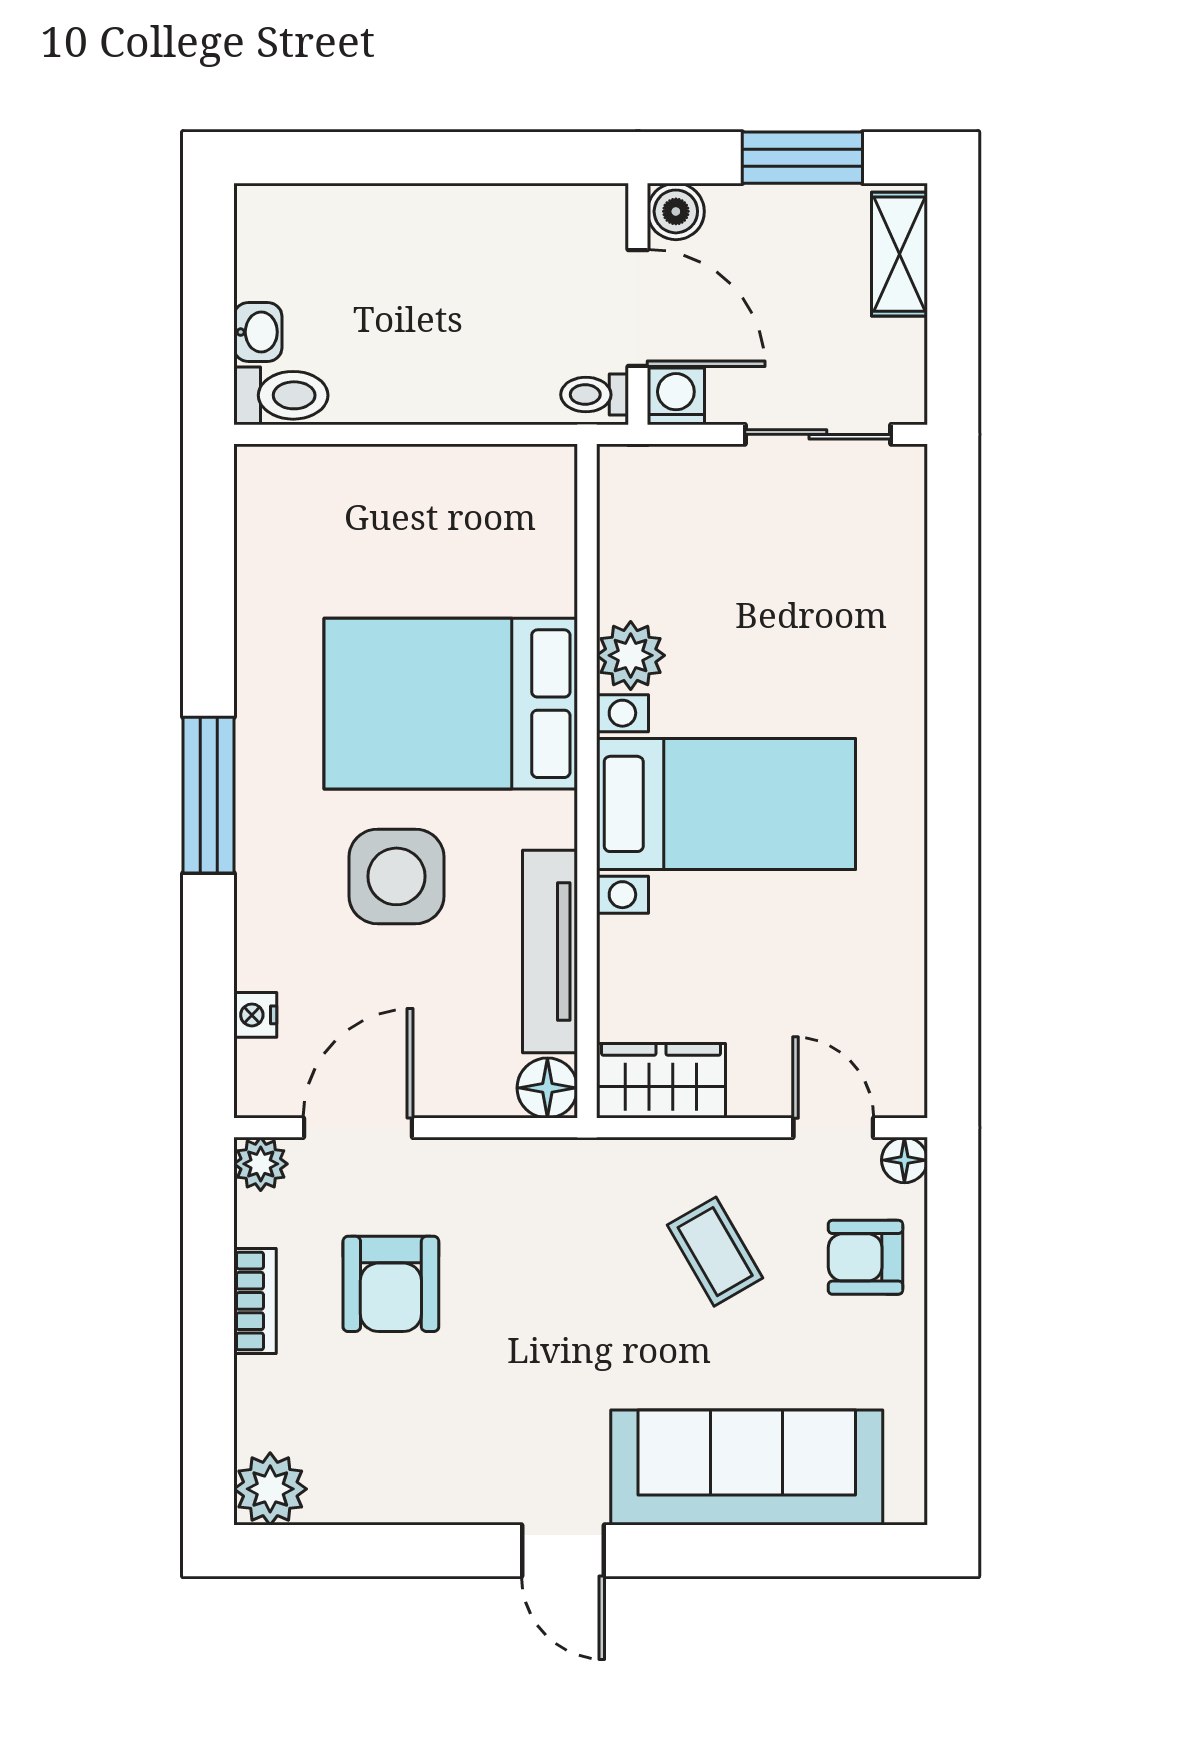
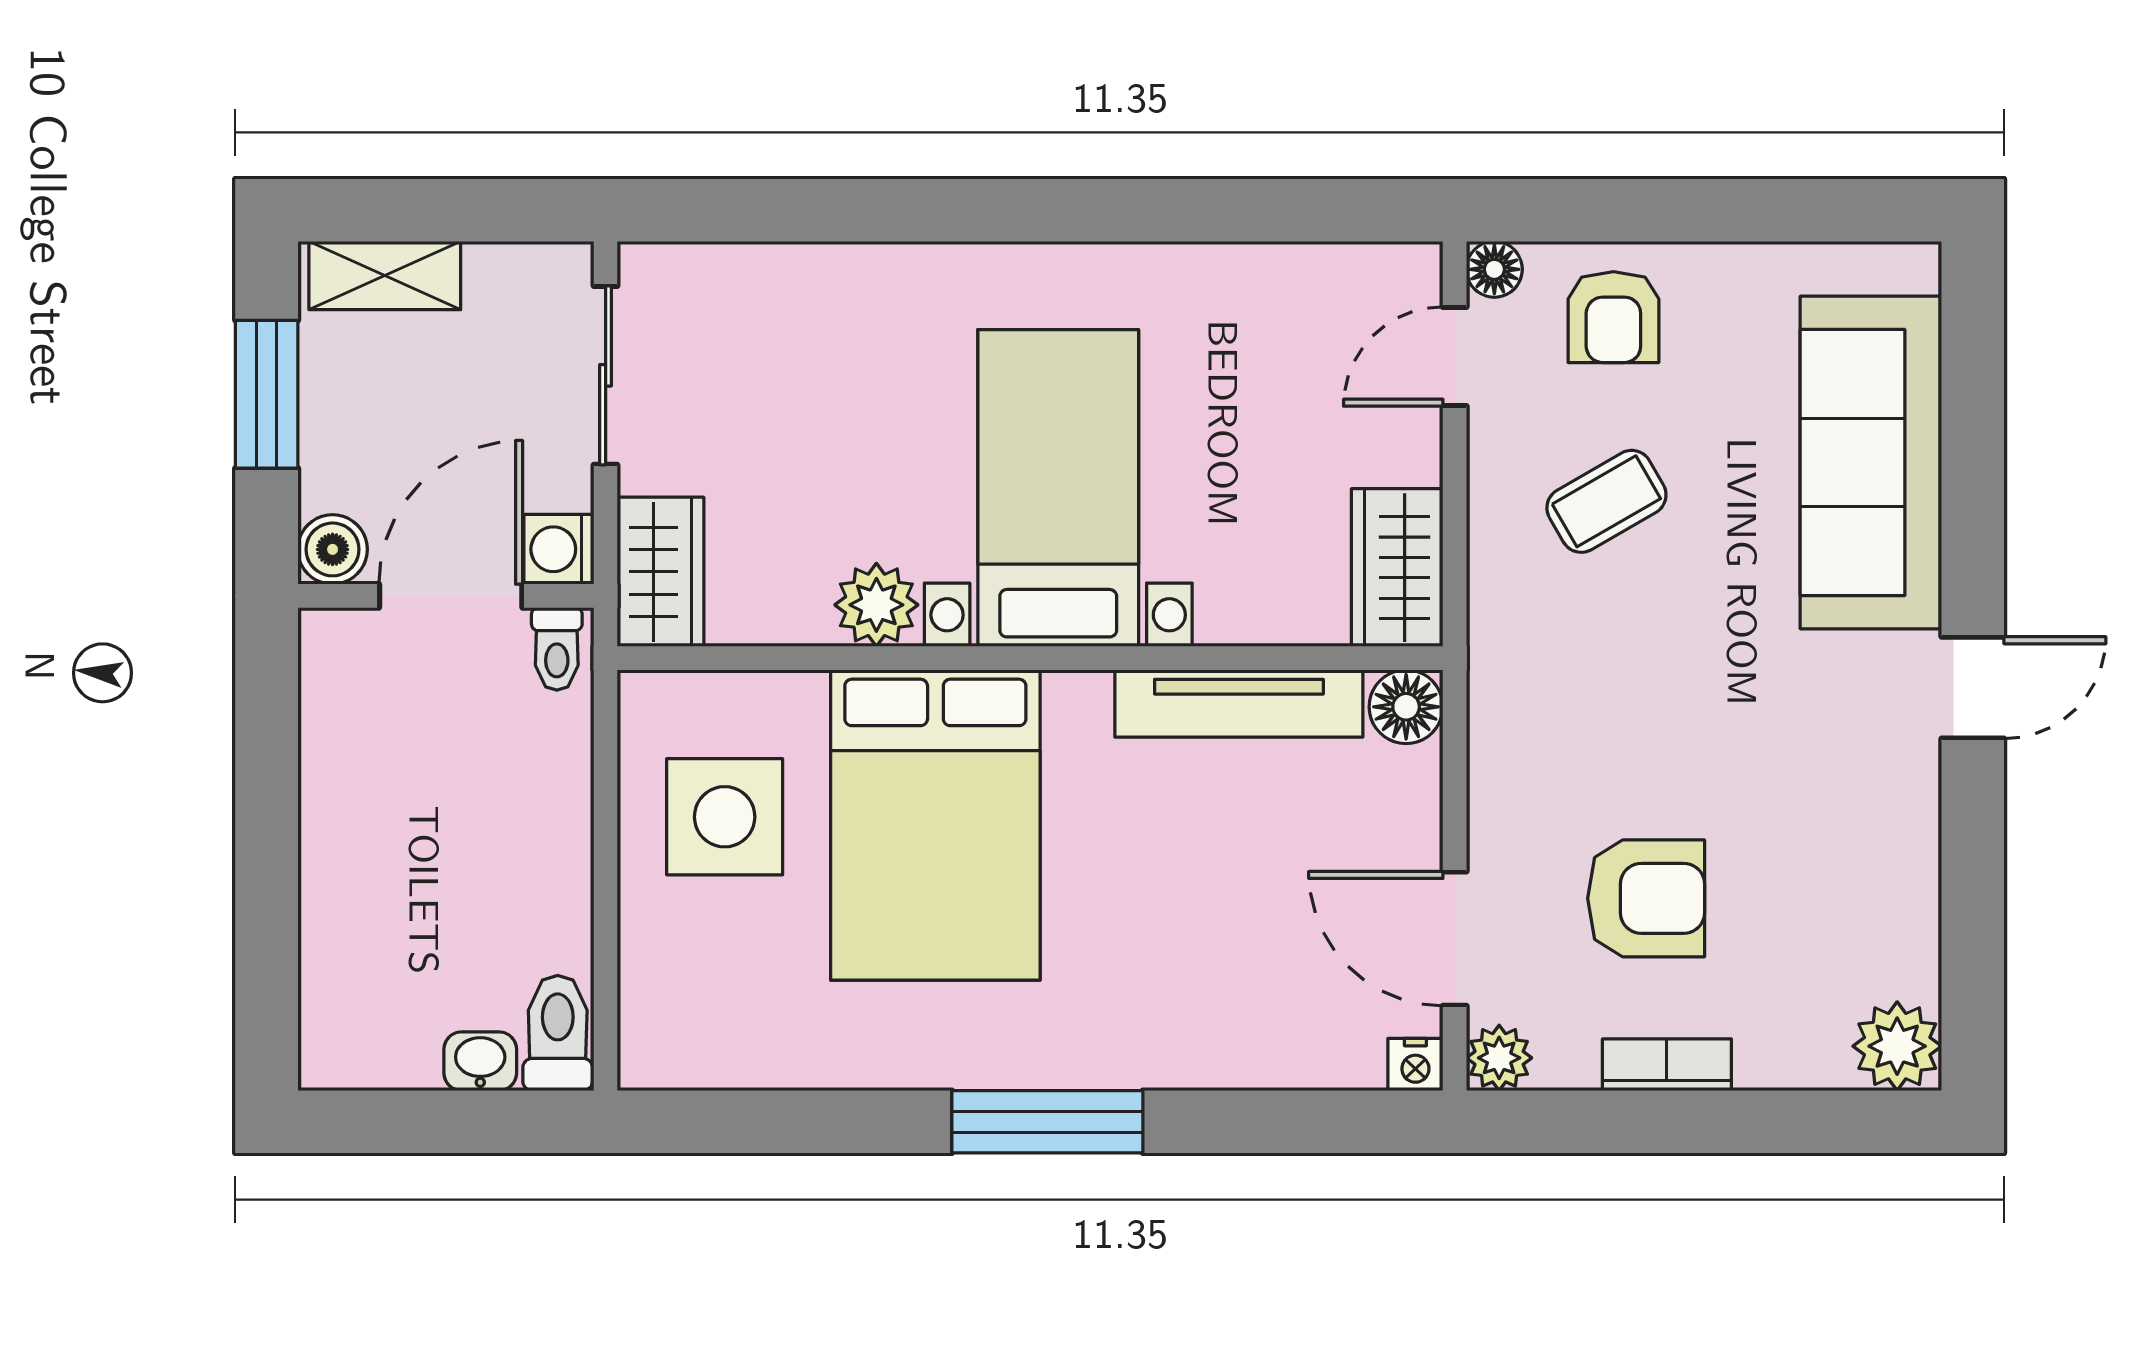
wardrobe: (658, 479) -> (661, 572), added
side table: (396, 876) -> (725, 817), moved
nightstand: (255, 1015) -> (1415, 1065), moved

